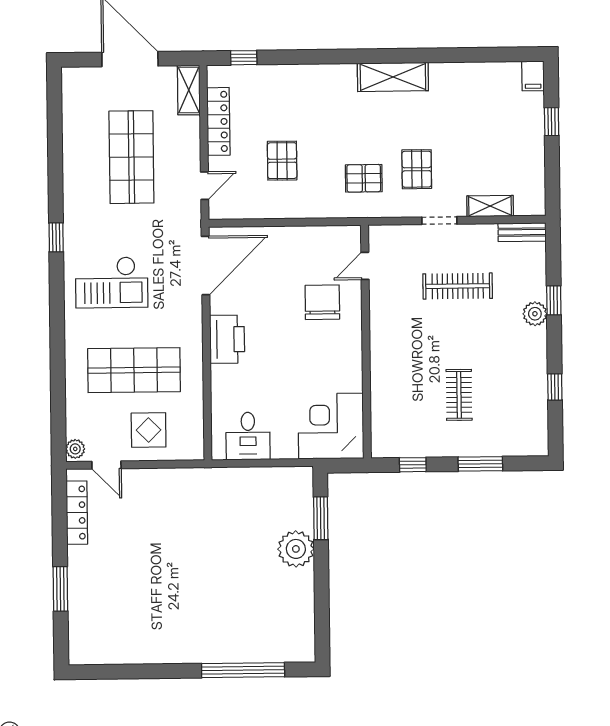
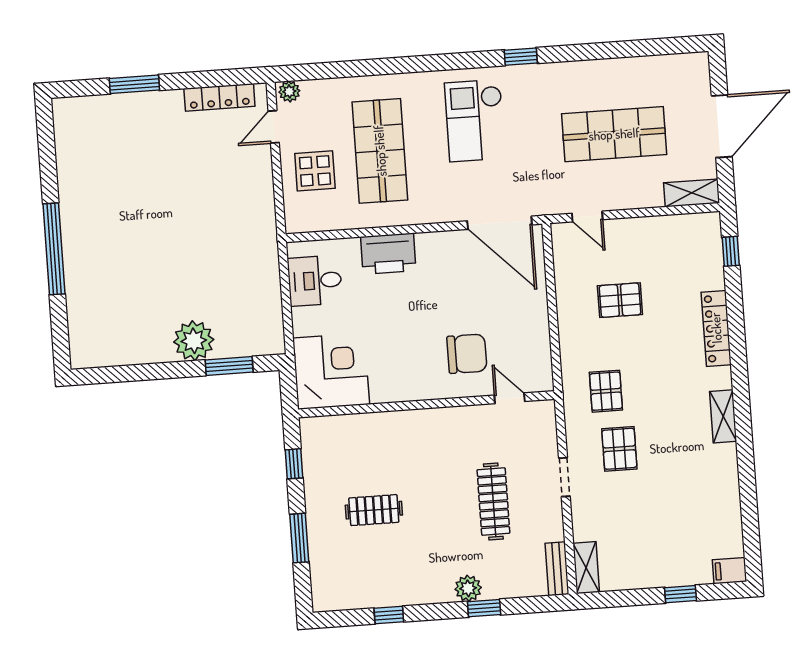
shelving: (393, 77) -> (723, 416), width x0.67, depth x0.75
locker: (218, 121) -> (716, 328), moved, turned 90
pallet: (417, 169) -> (619, 449), turned 90
shelving: (490, 206) -> (586, 568), moved
printer: (227, 339) -> (388, 254), moved
window: (243, 670) -> (54, 249), moved

